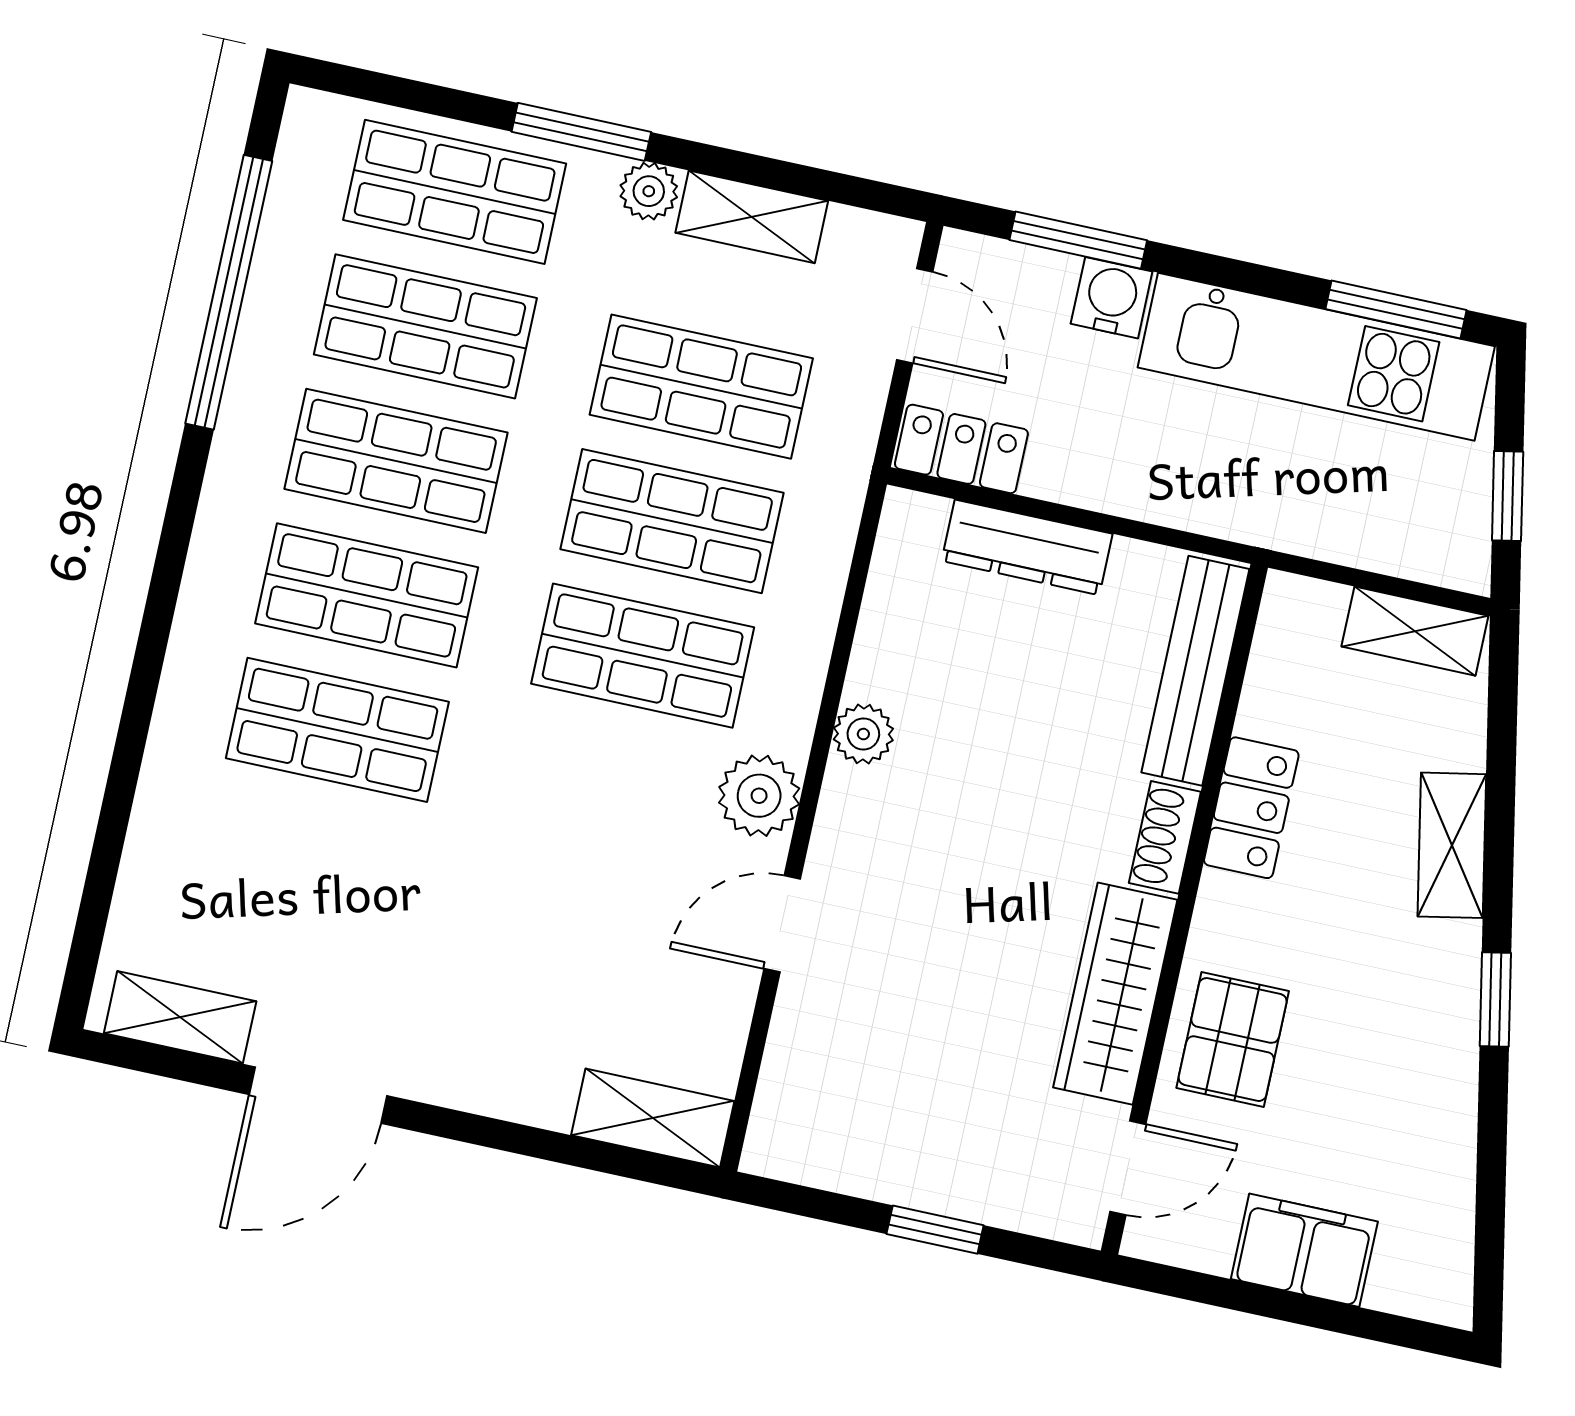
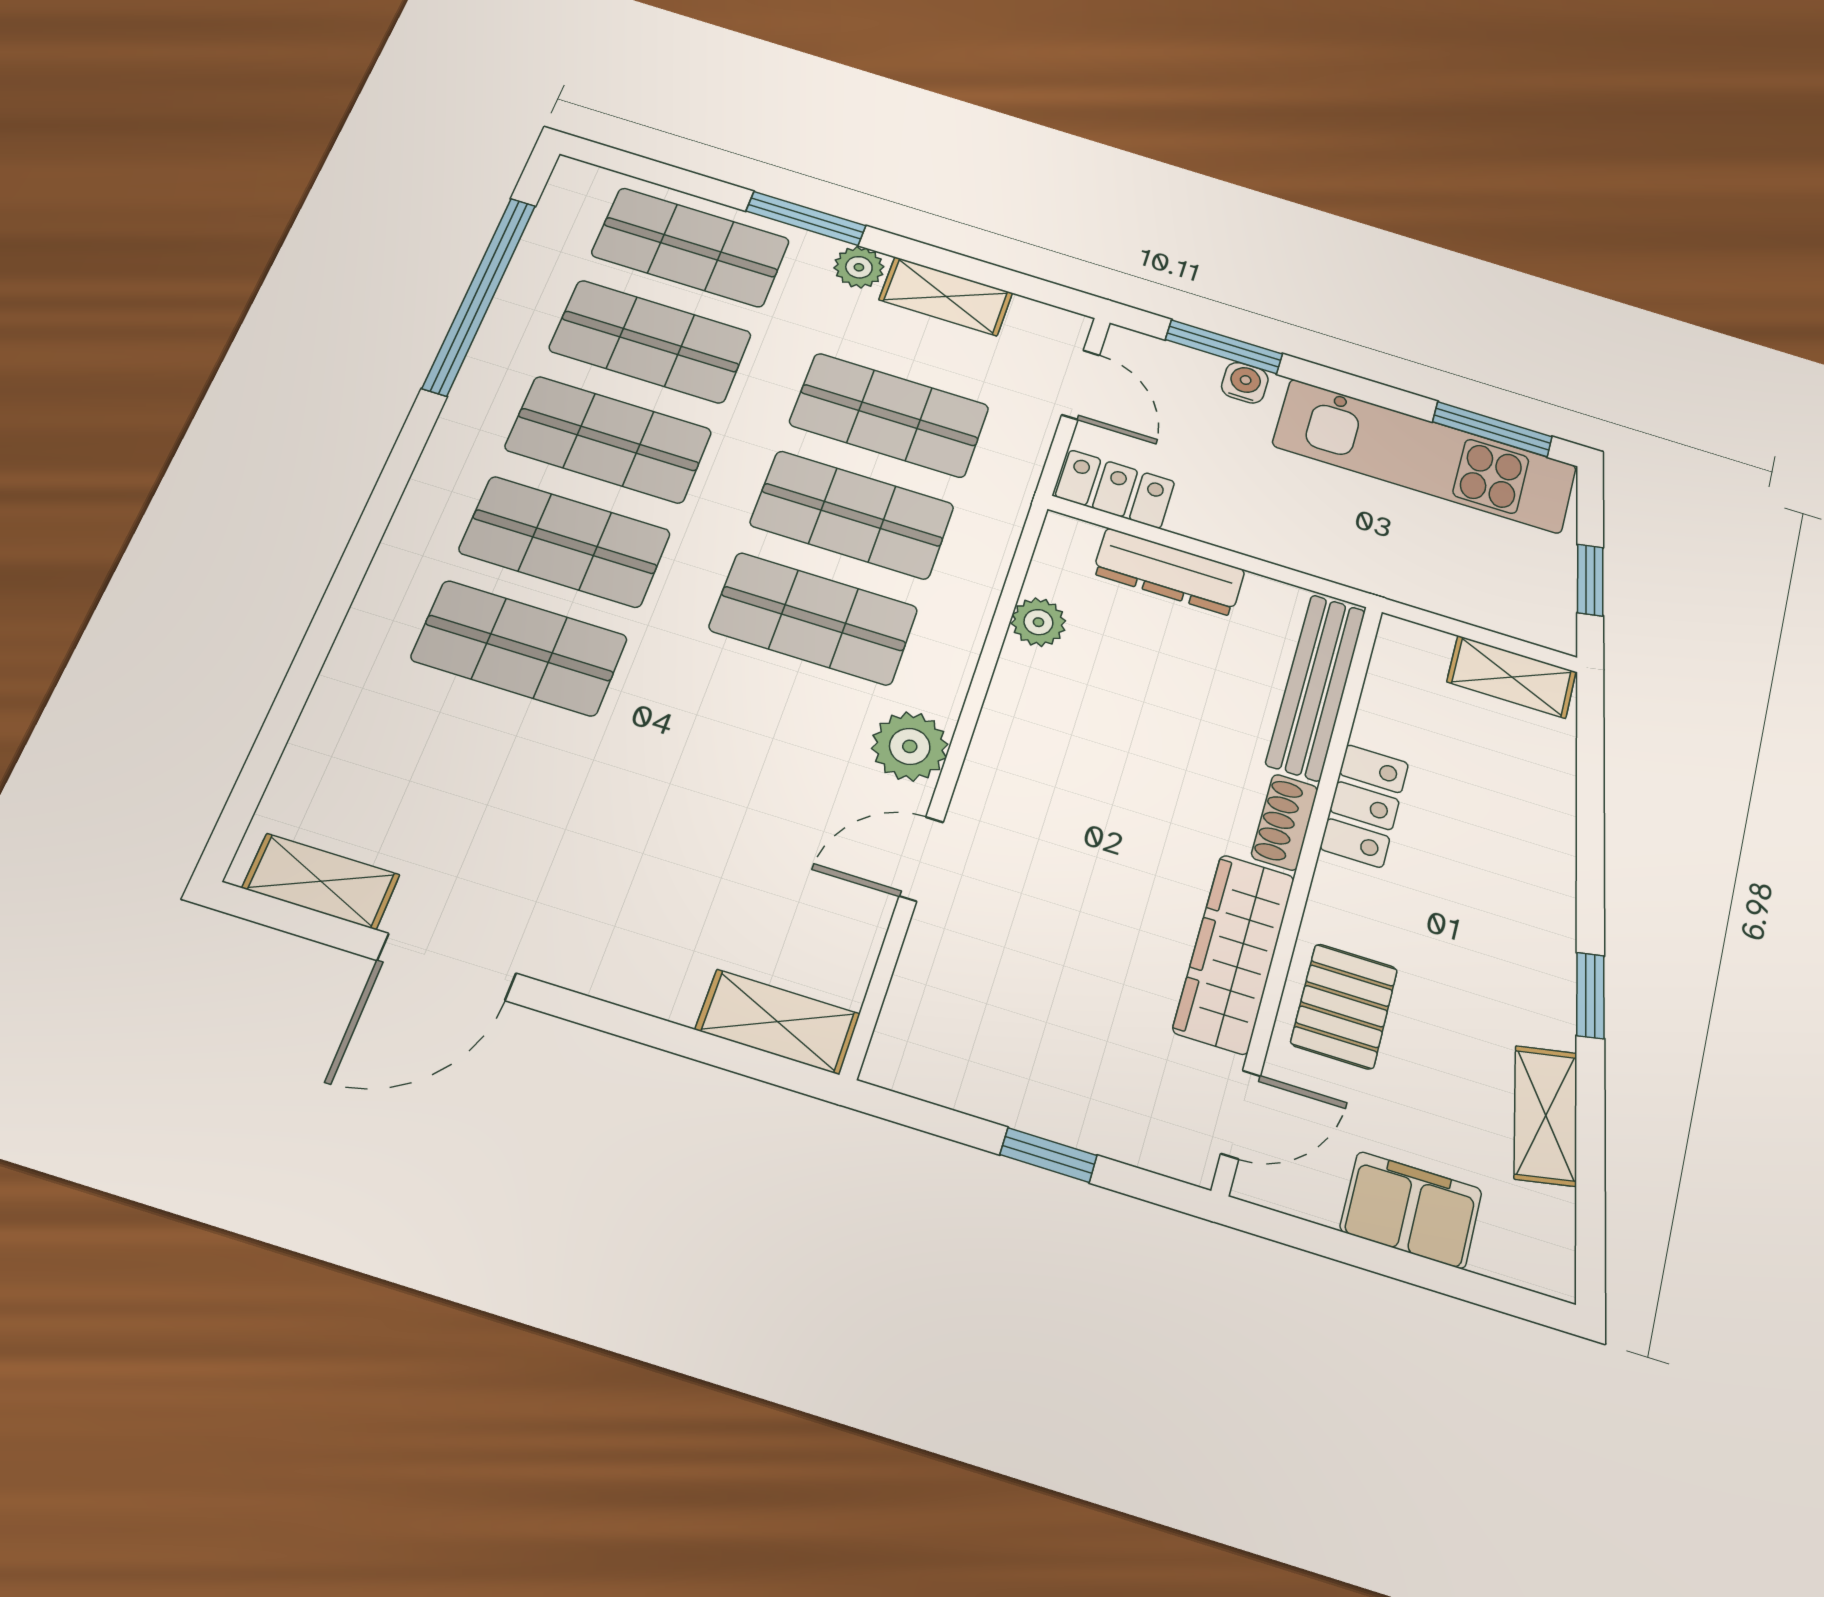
water cooler: (1112, 298) -> (1245, 383), width x0.72, depth x0.72
plant: (863, 734) -> (1038, 622), moved
shelving: (1452, 845) -> (1546, 1116), moved

